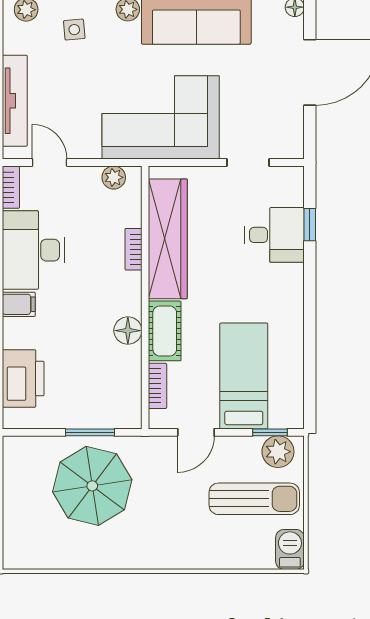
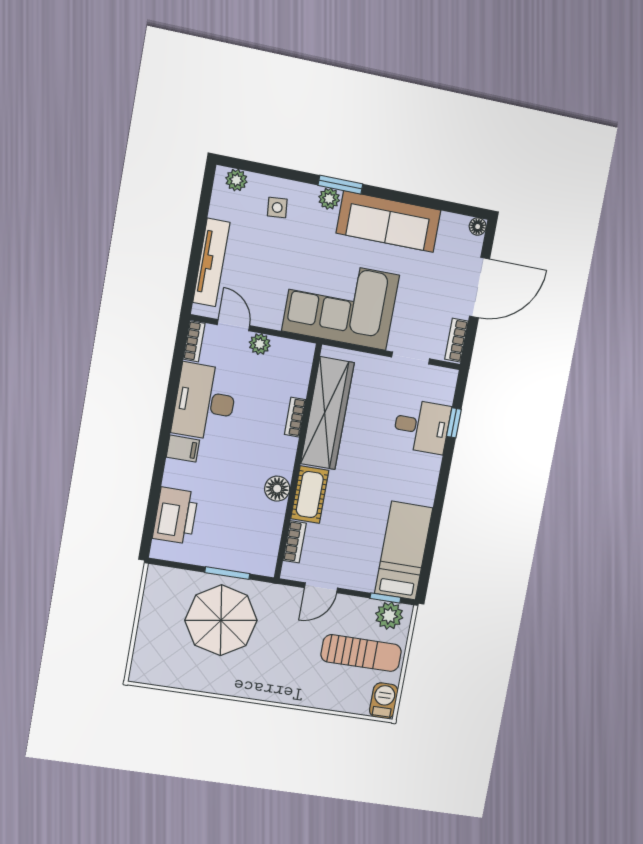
bookcase: (295, 134) -> (456, 340), added
plant: (114, 177) -> (260, 344), moved
bed: (244, 376) -> (404, 551), moved

